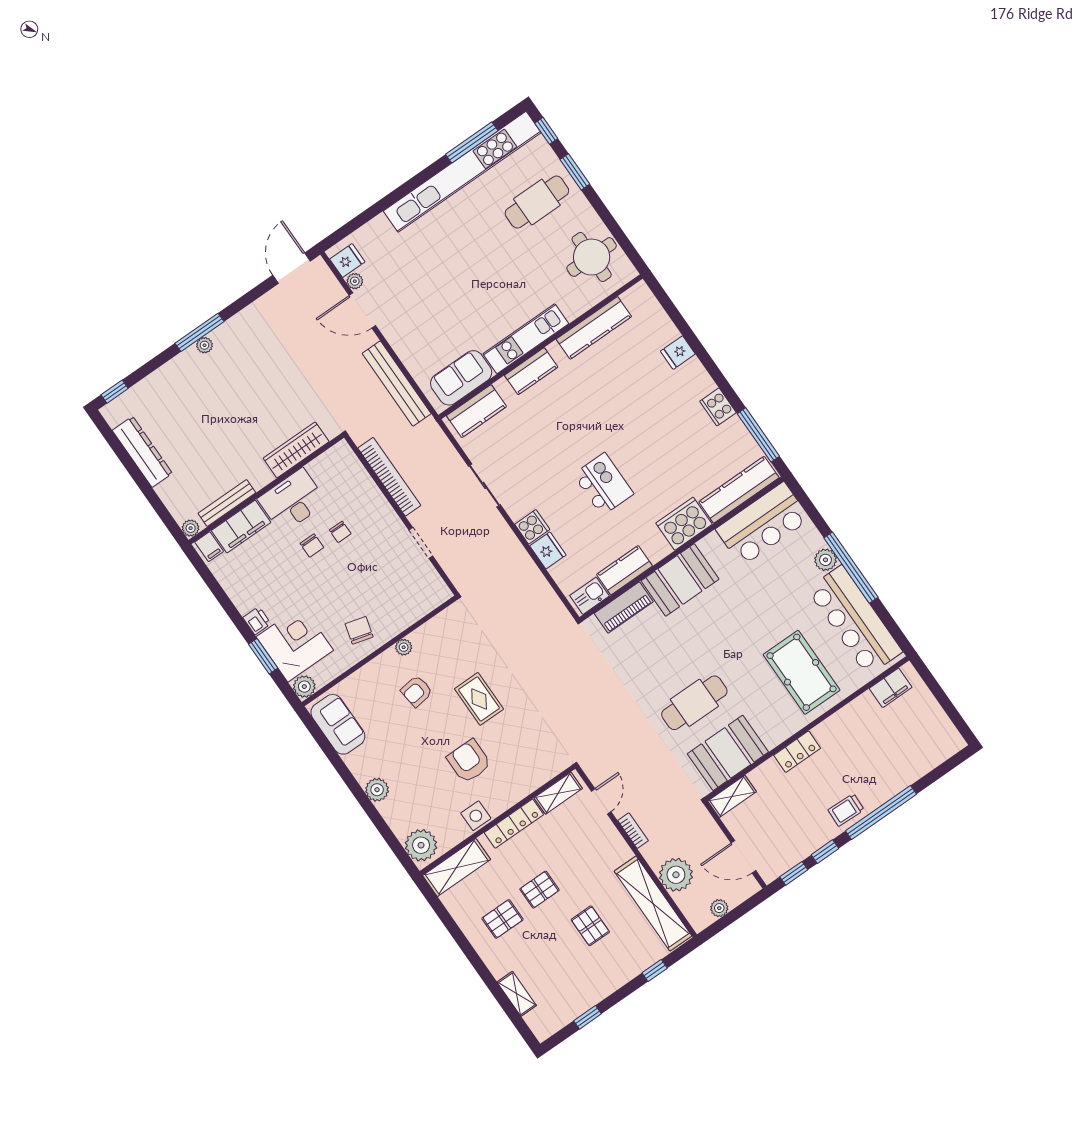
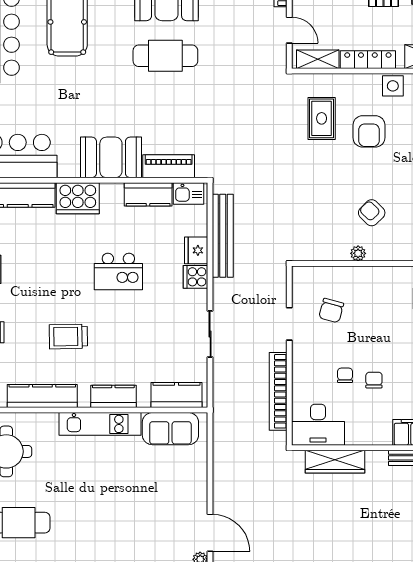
bench: (397, 384) -> (223, 236), moved
trolley: (607, 396) -> (68, 337), added
kitchen island: (603, 484) -> (118, 272), turned -90
desk: (292, 501) -> (318, 425), moved
chair: (359, 630) -> (331, 311), moved
armchair: (417, 691) -> (372, 213), turned -128
rug: (479, 699) -> (322, 118), moved
door: (601, 801) -> (289, 30), swing flipped

